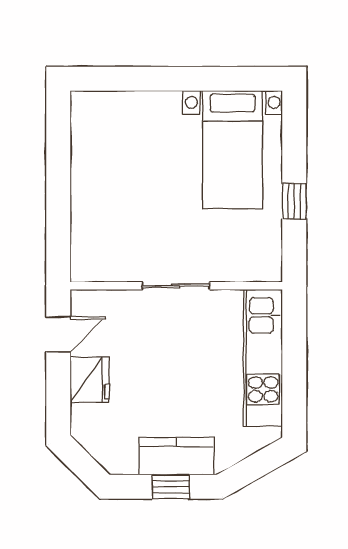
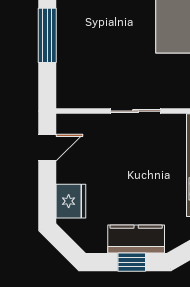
window: (58, 185) -> (47, 35), added
fridge: (90, 380) -> (71, 201), moved

